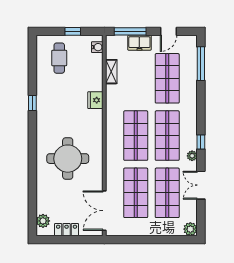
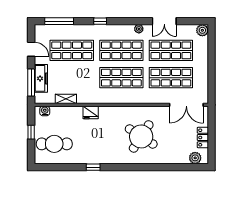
freezer: (139, 43) -> (41, 78), width x1.40
cafe table: (59, 58) -> (54, 144), width x1.37, depth x1.35
window: (201, 142) -> (100, 21), moved
round table: (68, 159) -> (141, 136), turned 33

